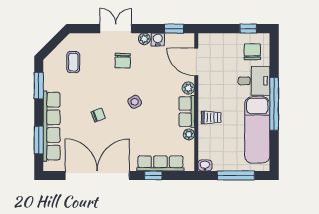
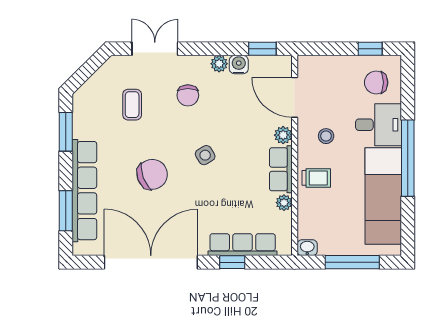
double door: (116, 29) -> (155, 49), moved
chair: (252, 52) -> (376, 83), turned -90
coffee table: (73, 62) -> (132, 105), moved
stool: (218, 89) -> (326, 136), added
chair: (98, 115) -> (152, 174), width x1.87, depth x1.87

